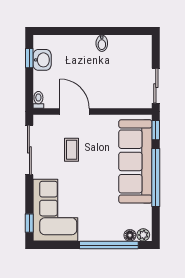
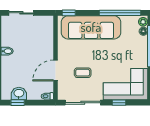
sliding door: (156, 86) -> (21, 13), moved
window: (156, 178) -> (120, 13), moved
window: (29, 223) -> (119, 103), moved

